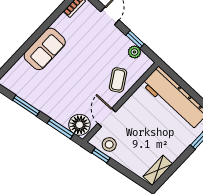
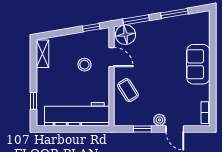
plant: (134, 52) -> (159, 120), moved
stool: (109, 144) -> (84, 65), moved

